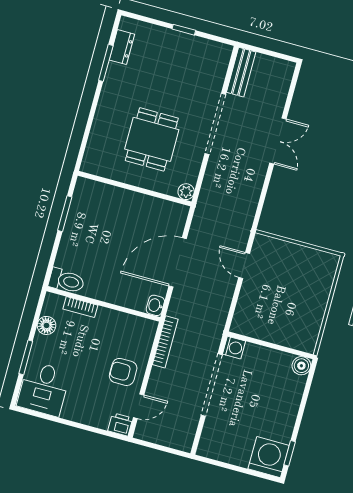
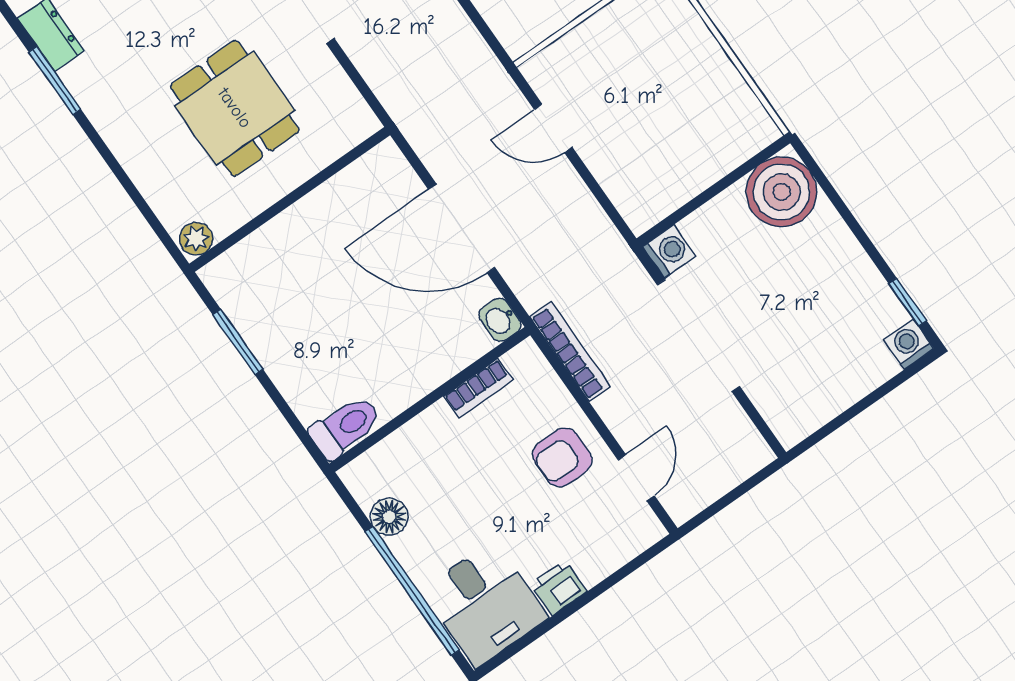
plant: (186, 192) -> (196, 239), moved
door: (178, 262) -> (462, 228), hinge flipped
bookcase: (80, 307) -> (478, 388), moved
window: (26, 357) -> (412, 591), width x2.11
boiler: (301, 366) -> (782, 192), width x1.86, depth x1.86
printer: (120, 424) -> (559, 588), moved
washing machine: (269, 457) -> (909, 344), width x0.53, depth x0.53

